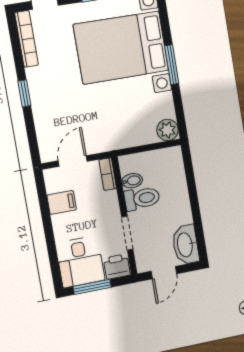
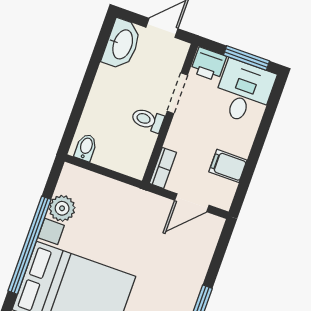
window: (172, 65) -> (30, 245), width x2.11
plant: (168, 130) -> (62, 208), moved
bidet: (132, 181) -> (86, 147), moved, turned 90
toilet: (142, 198) -> (148, 120), width x0.73, depth x0.72

